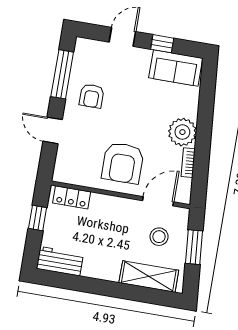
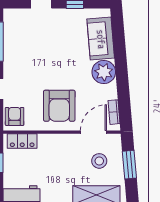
sofa: (176, 68) -> (101, 39), moved, turned 85
armchair: (92, 96) -> (15, 116), moved, turned 180
bookcase: (188, 163) -> (114, 112), moved

